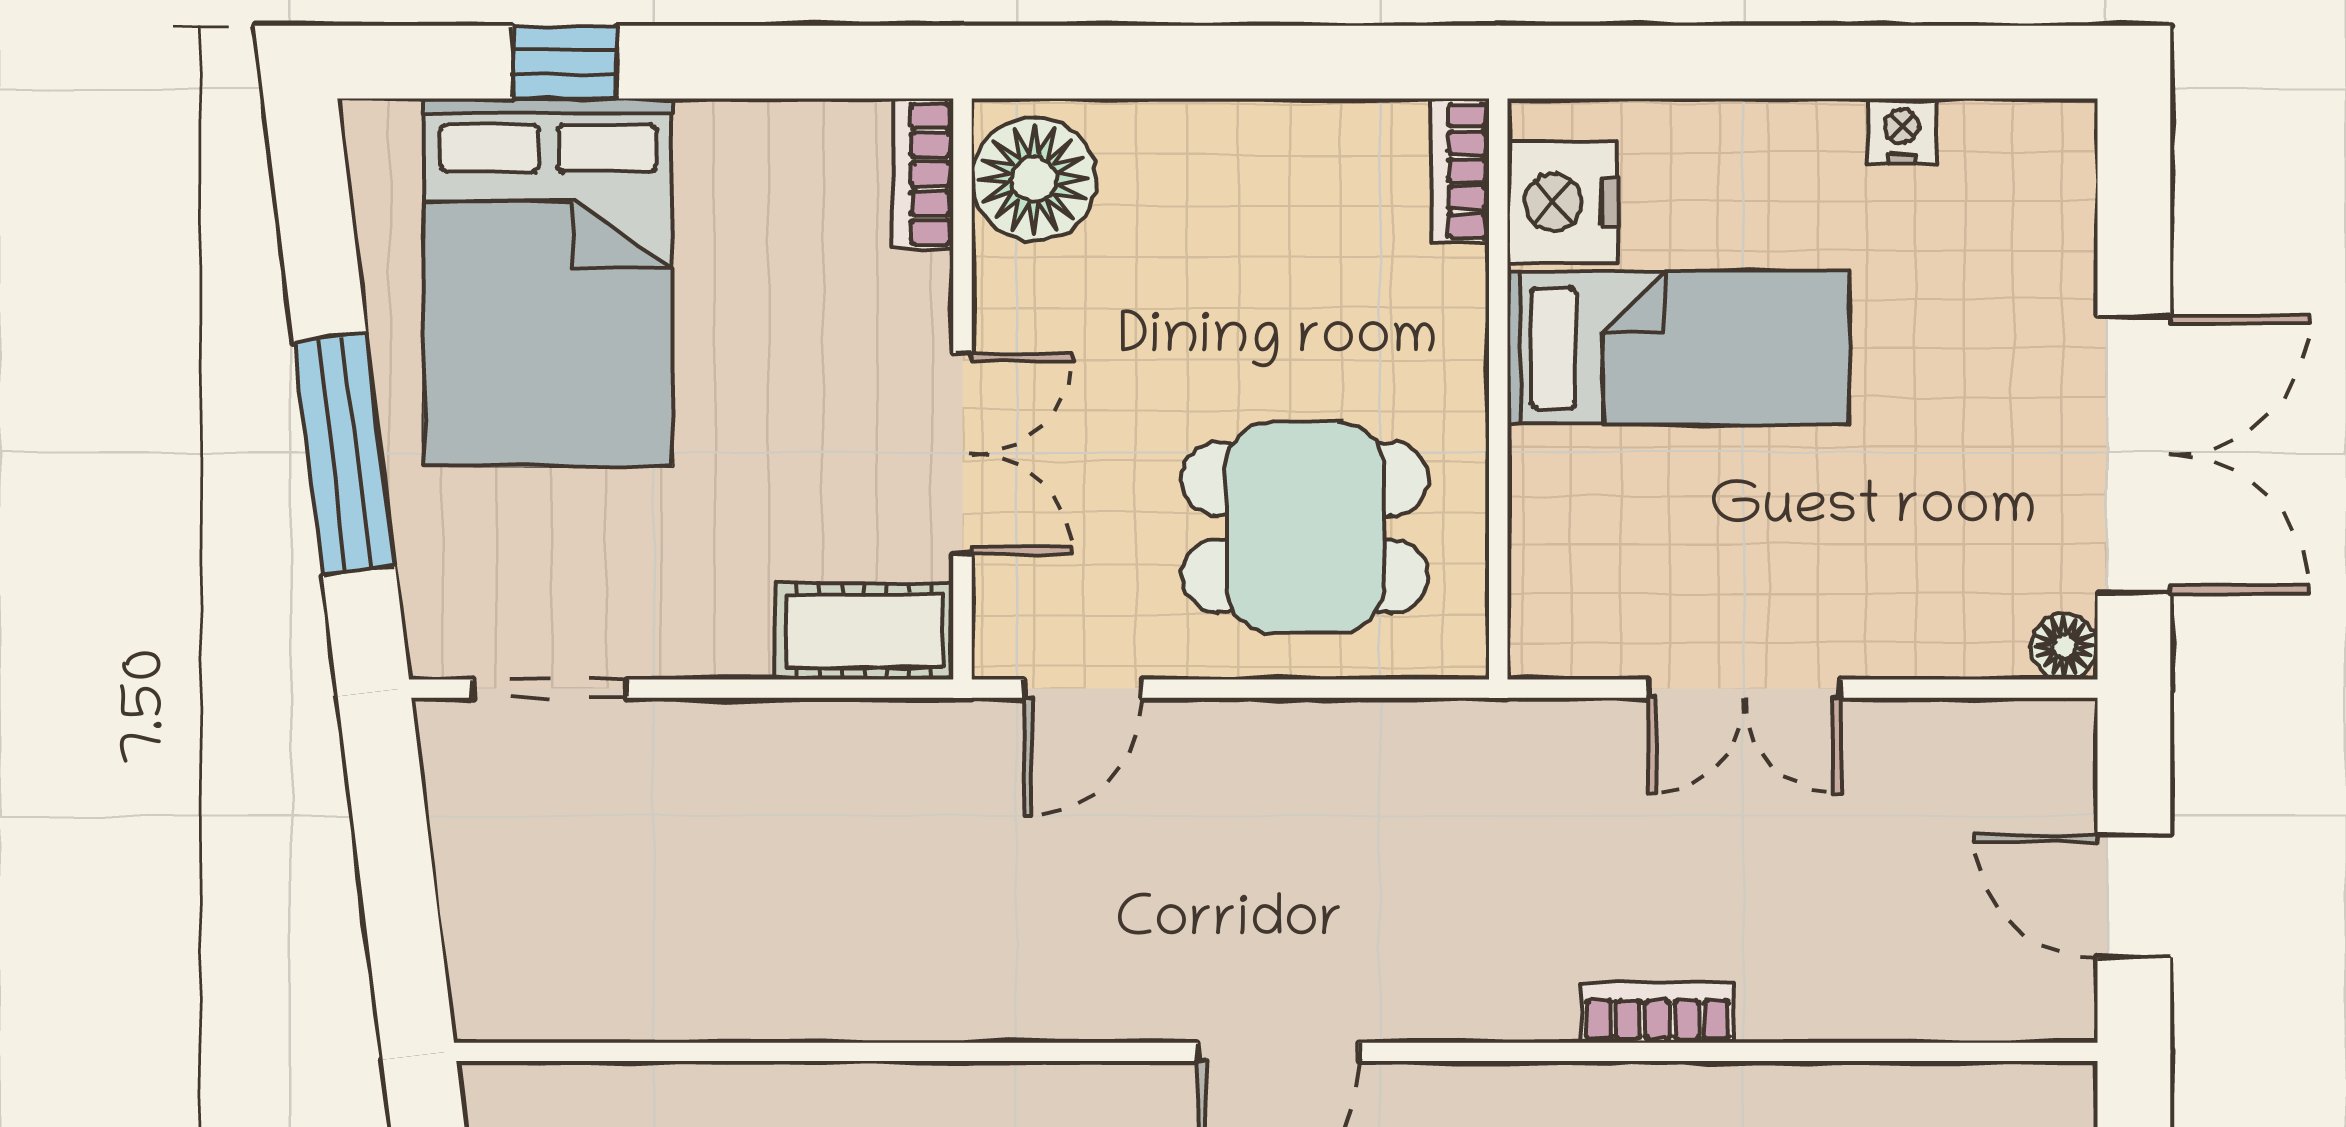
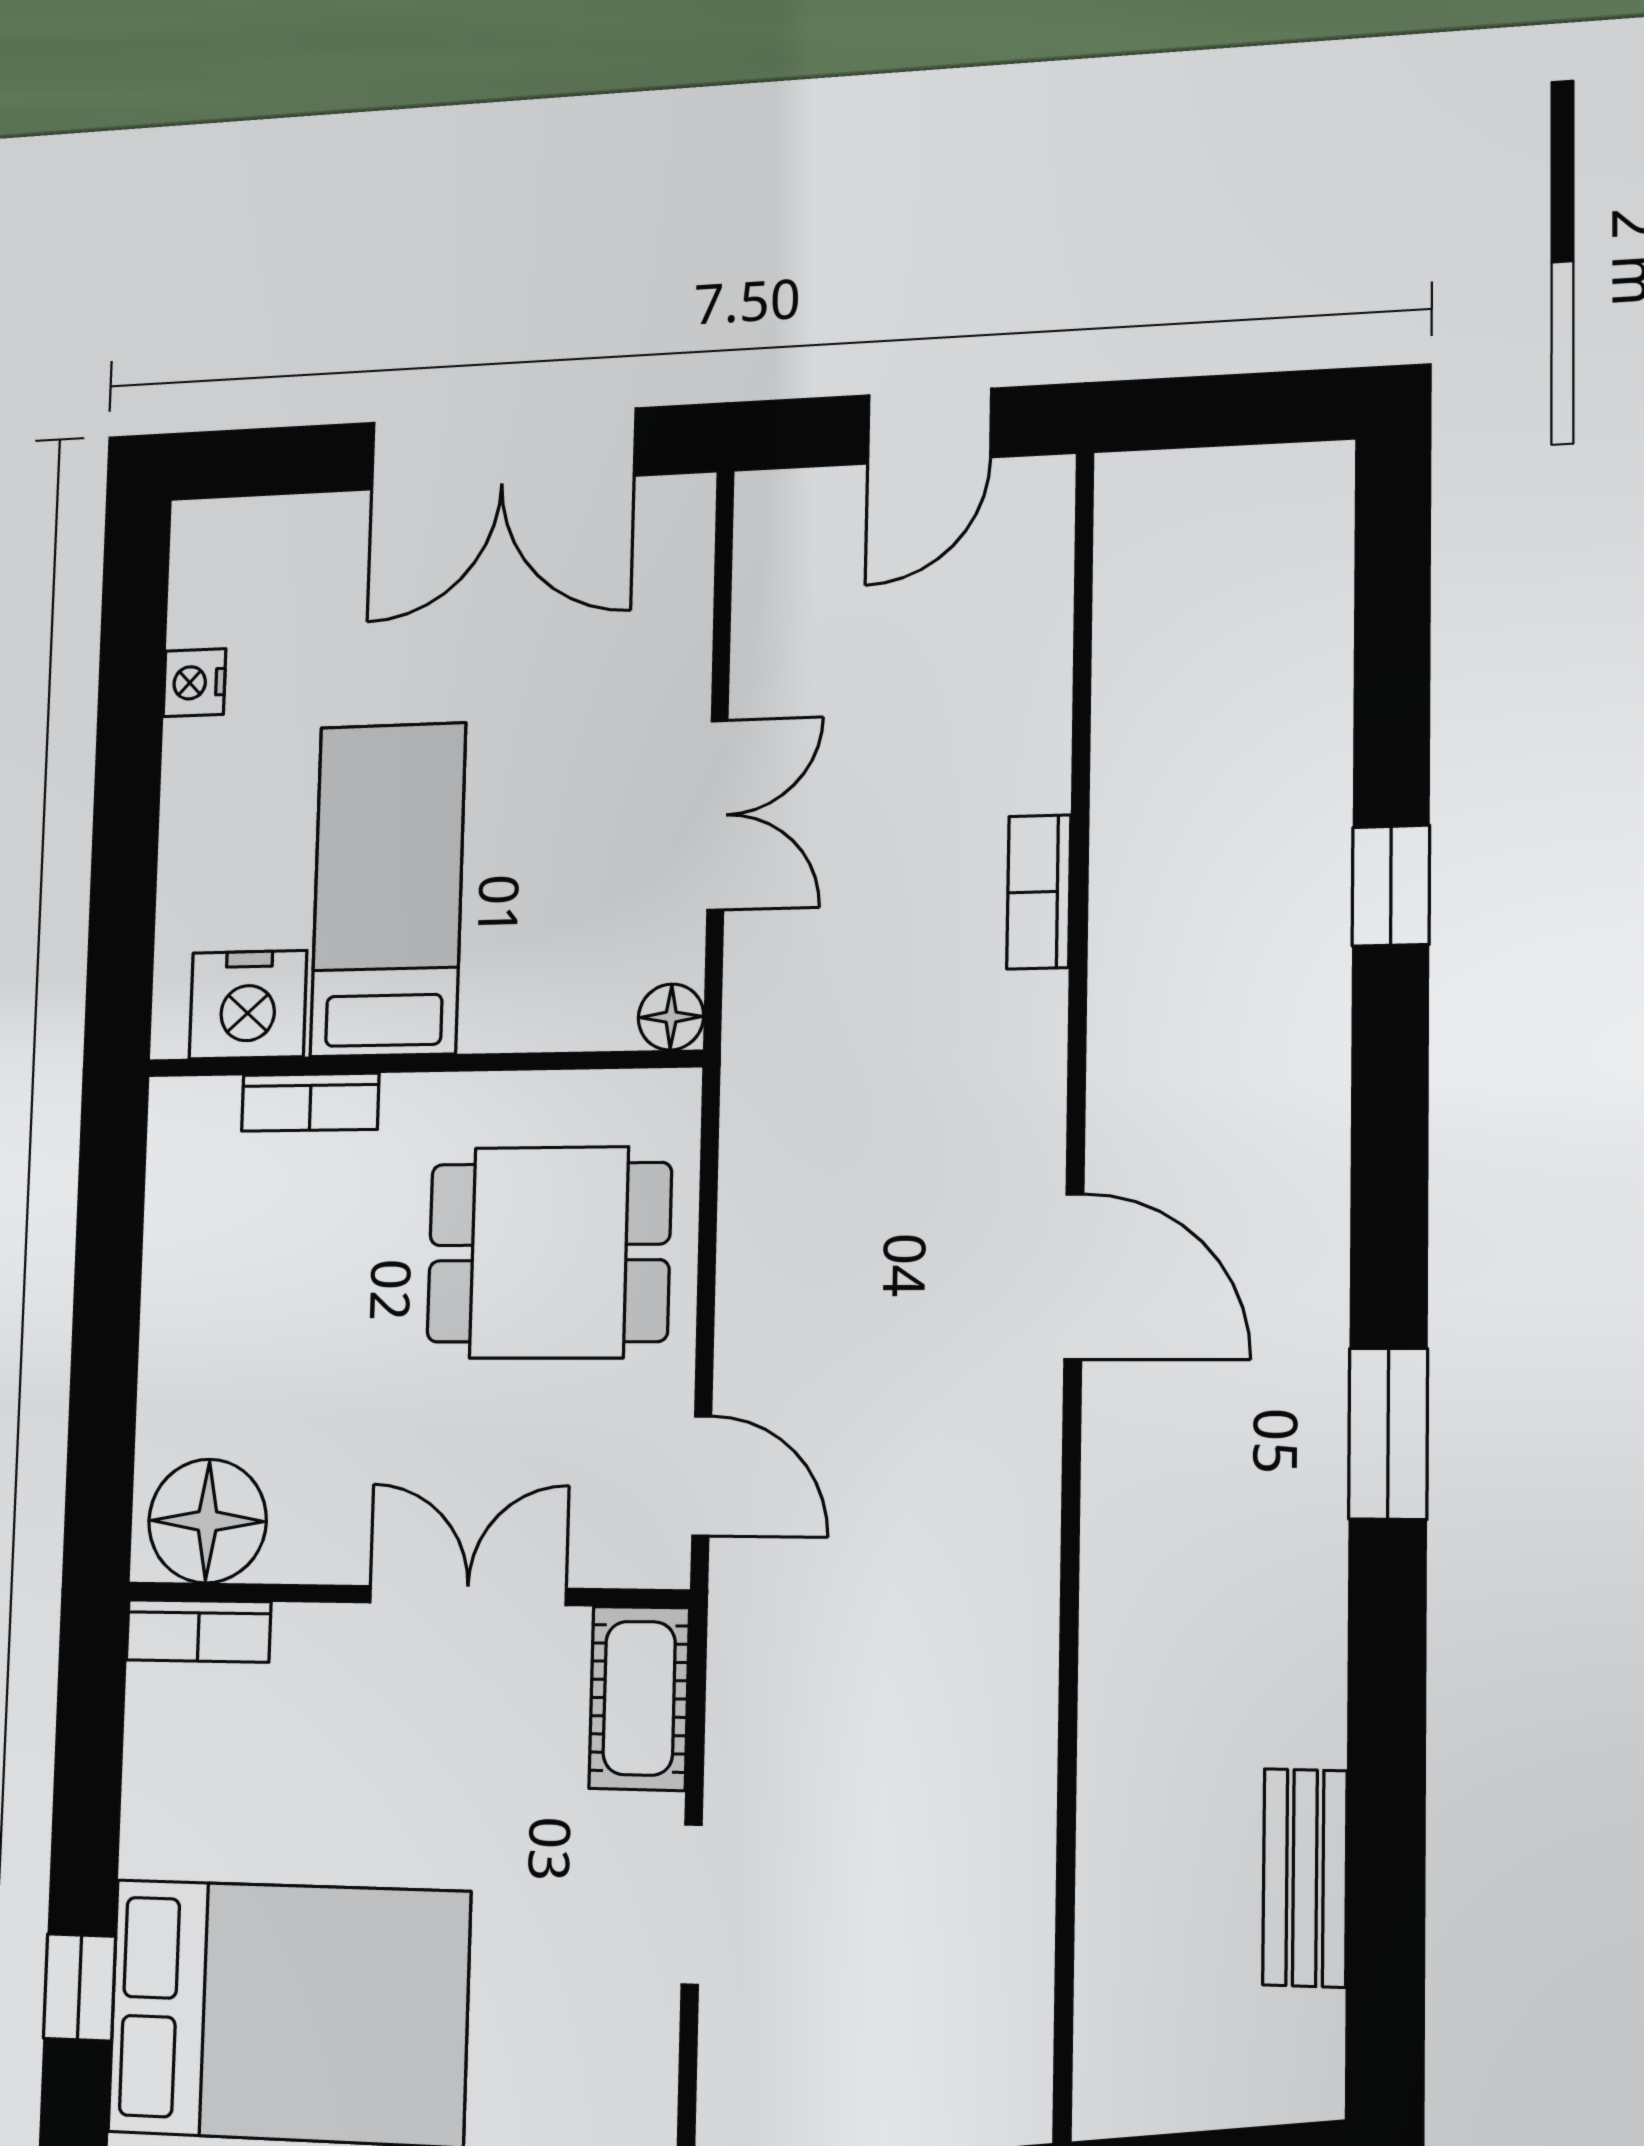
bookcase: (1460, 171) -> (310, 1102), moved
double door: (2134, 455) -> (503, 449), swing flipped
dining table: (1305, 527) -> (549, 1253), turned 90
floor lamp: (2064, 646) -> (671, 1017), moved
doorway: (550, 689) -> (692, 1905), moved

